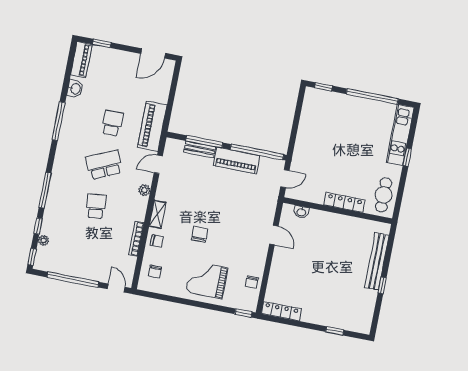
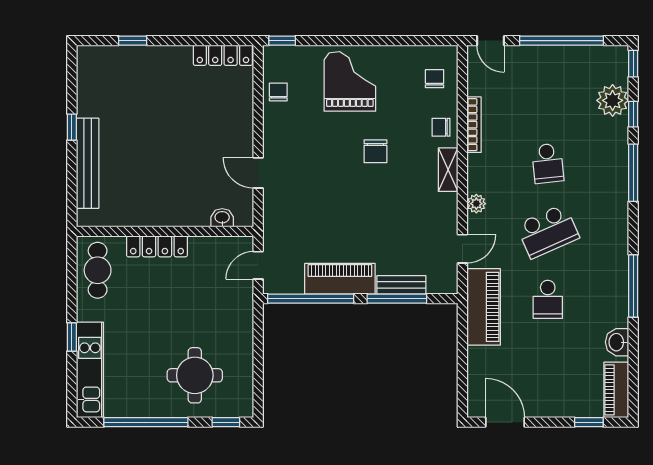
door: (153, 53) -> (505, 422), hinge flipped
round table: (337, 119) -> (195, 375), added
plant: (43, 240) -> (613, 100), width x1.88, depth x1.88
grand piano: (207, 280) -> (350, 81), turned -90

